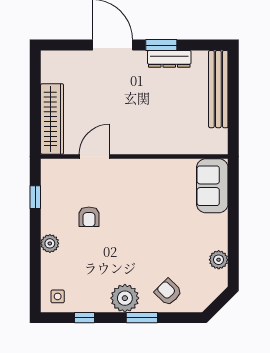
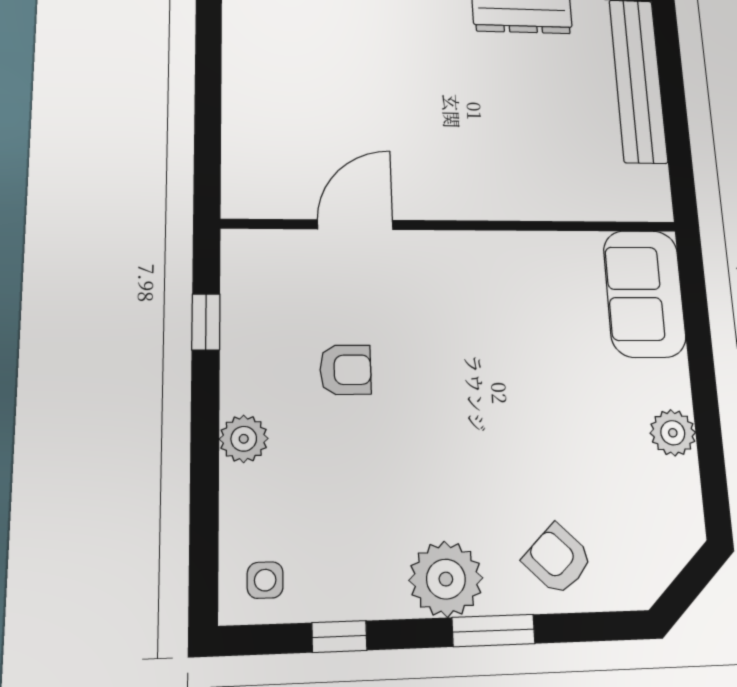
wardrobe: (52, 119) -> (249, 138), removed
armchair: (89, 217) -> (345, 370), turned -90
plant: (219, 260) -> (673, 433), moved

